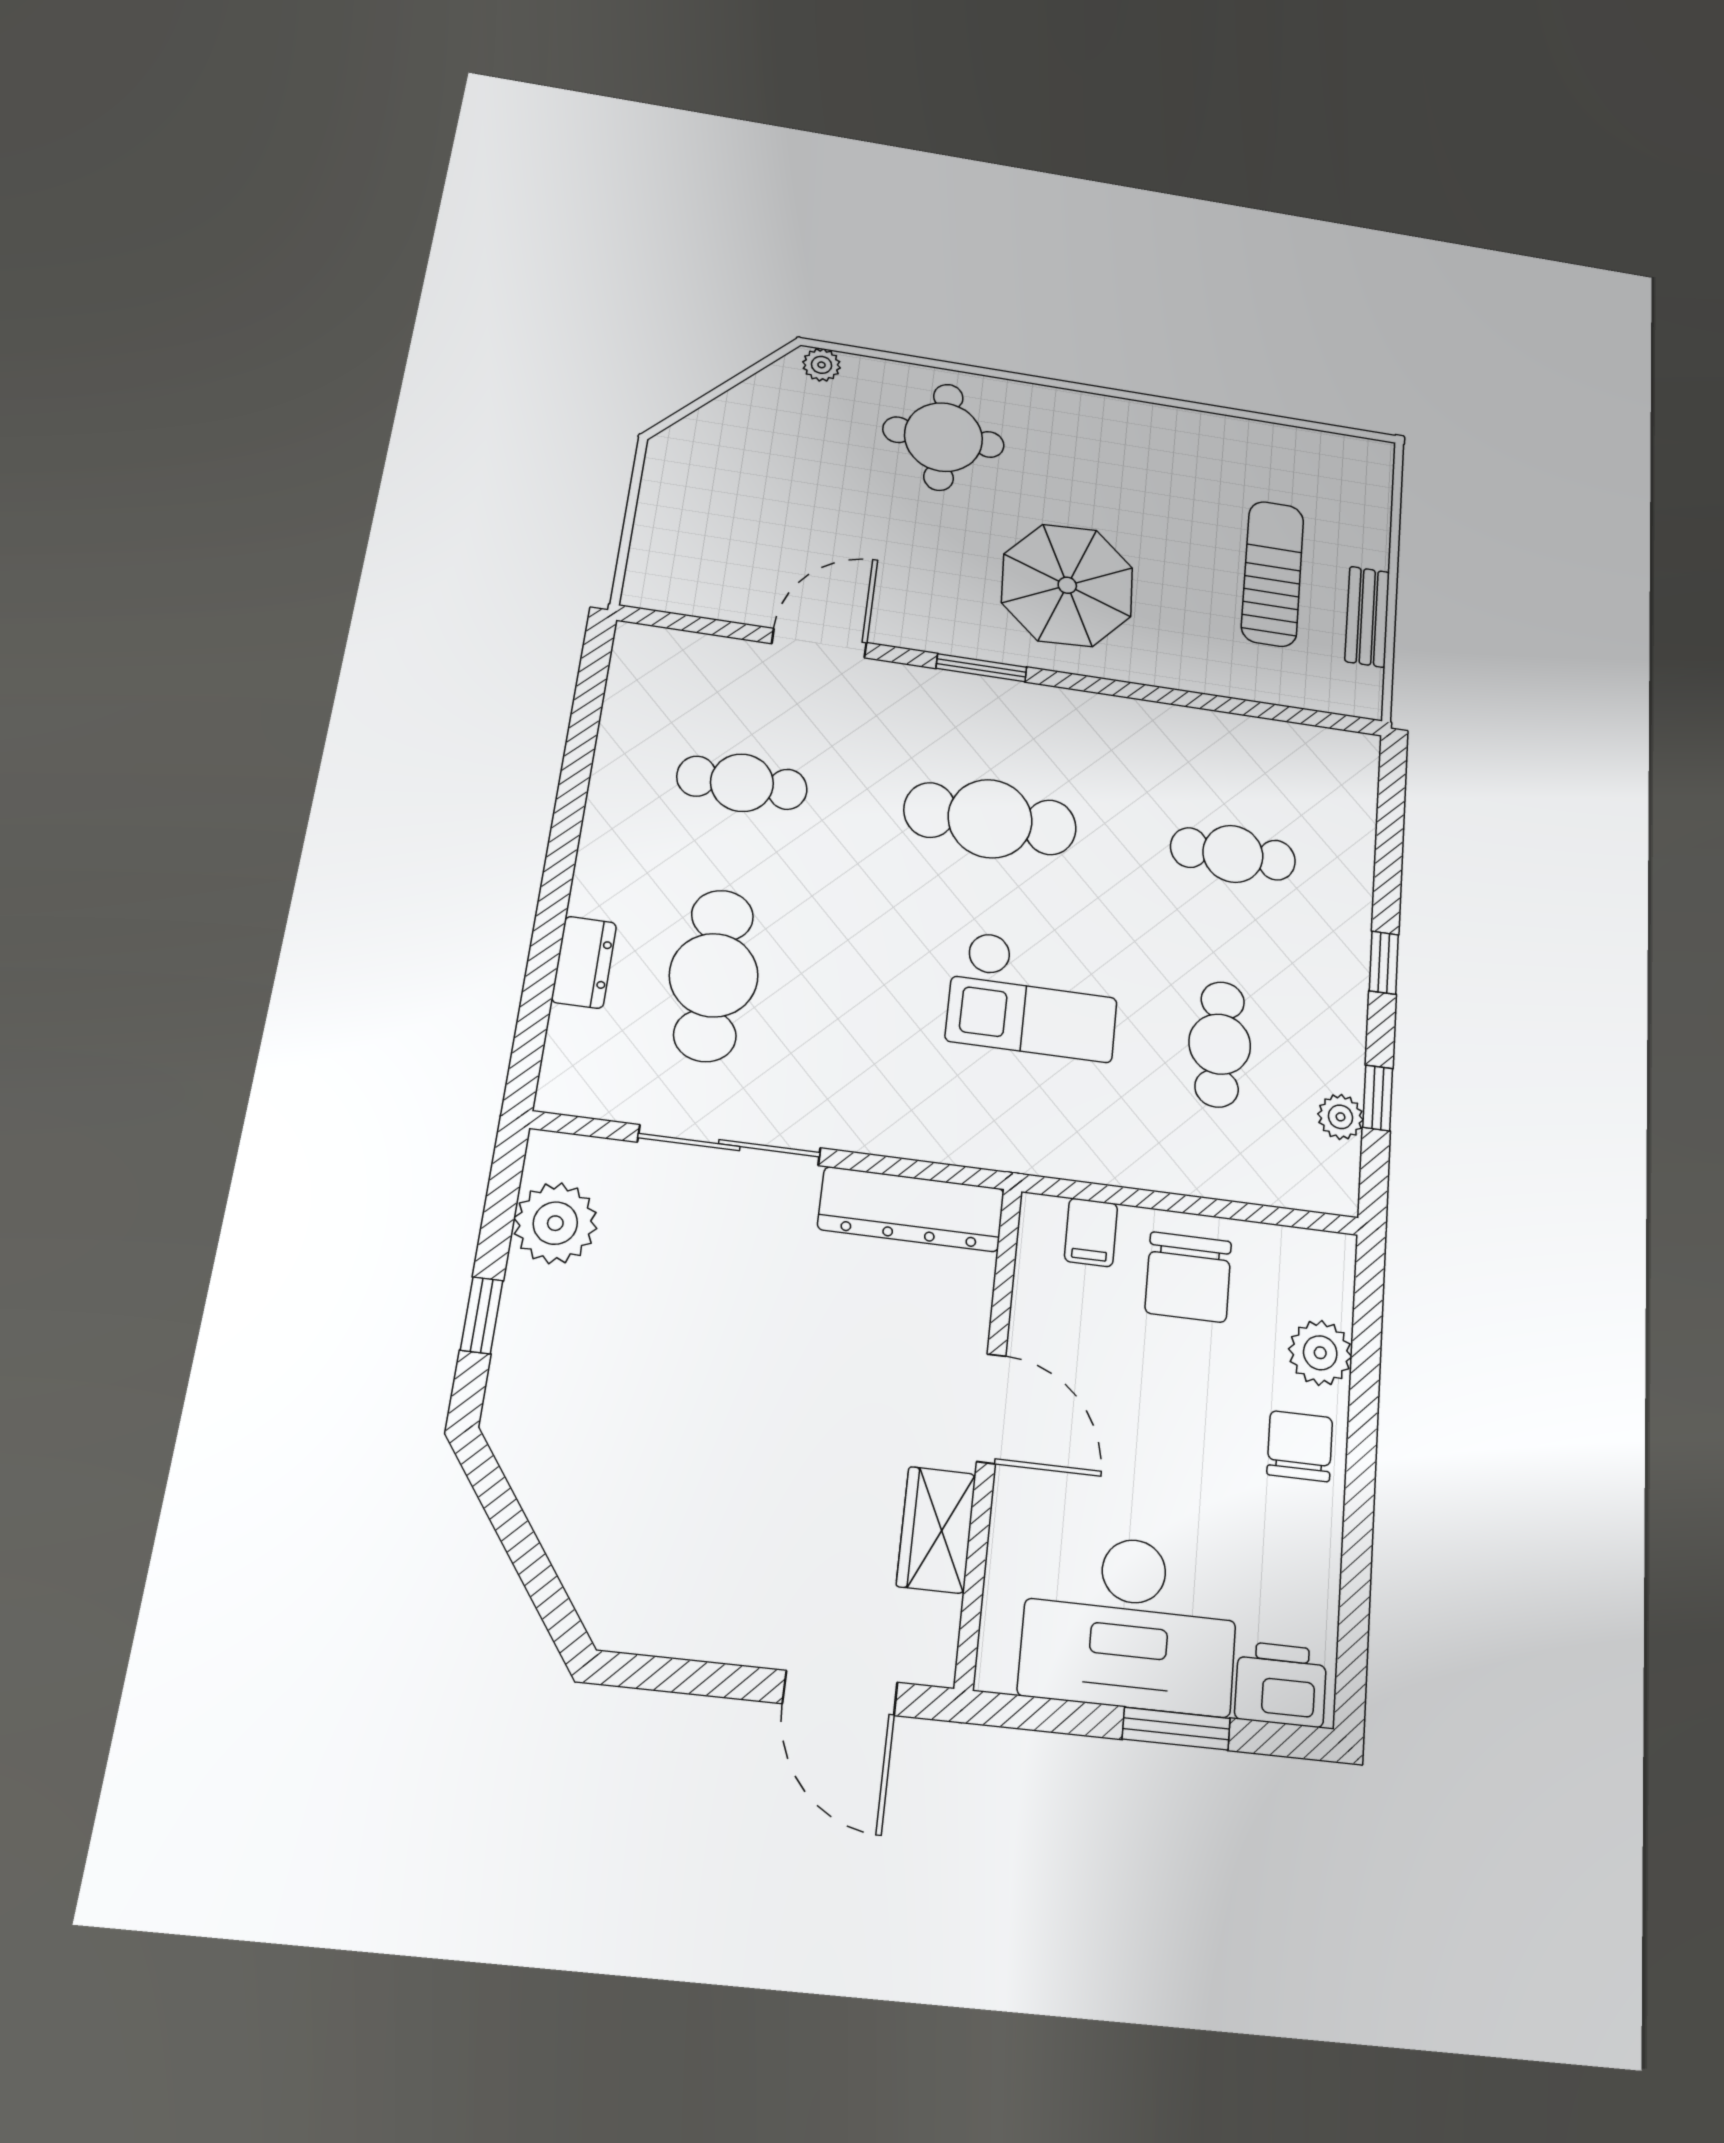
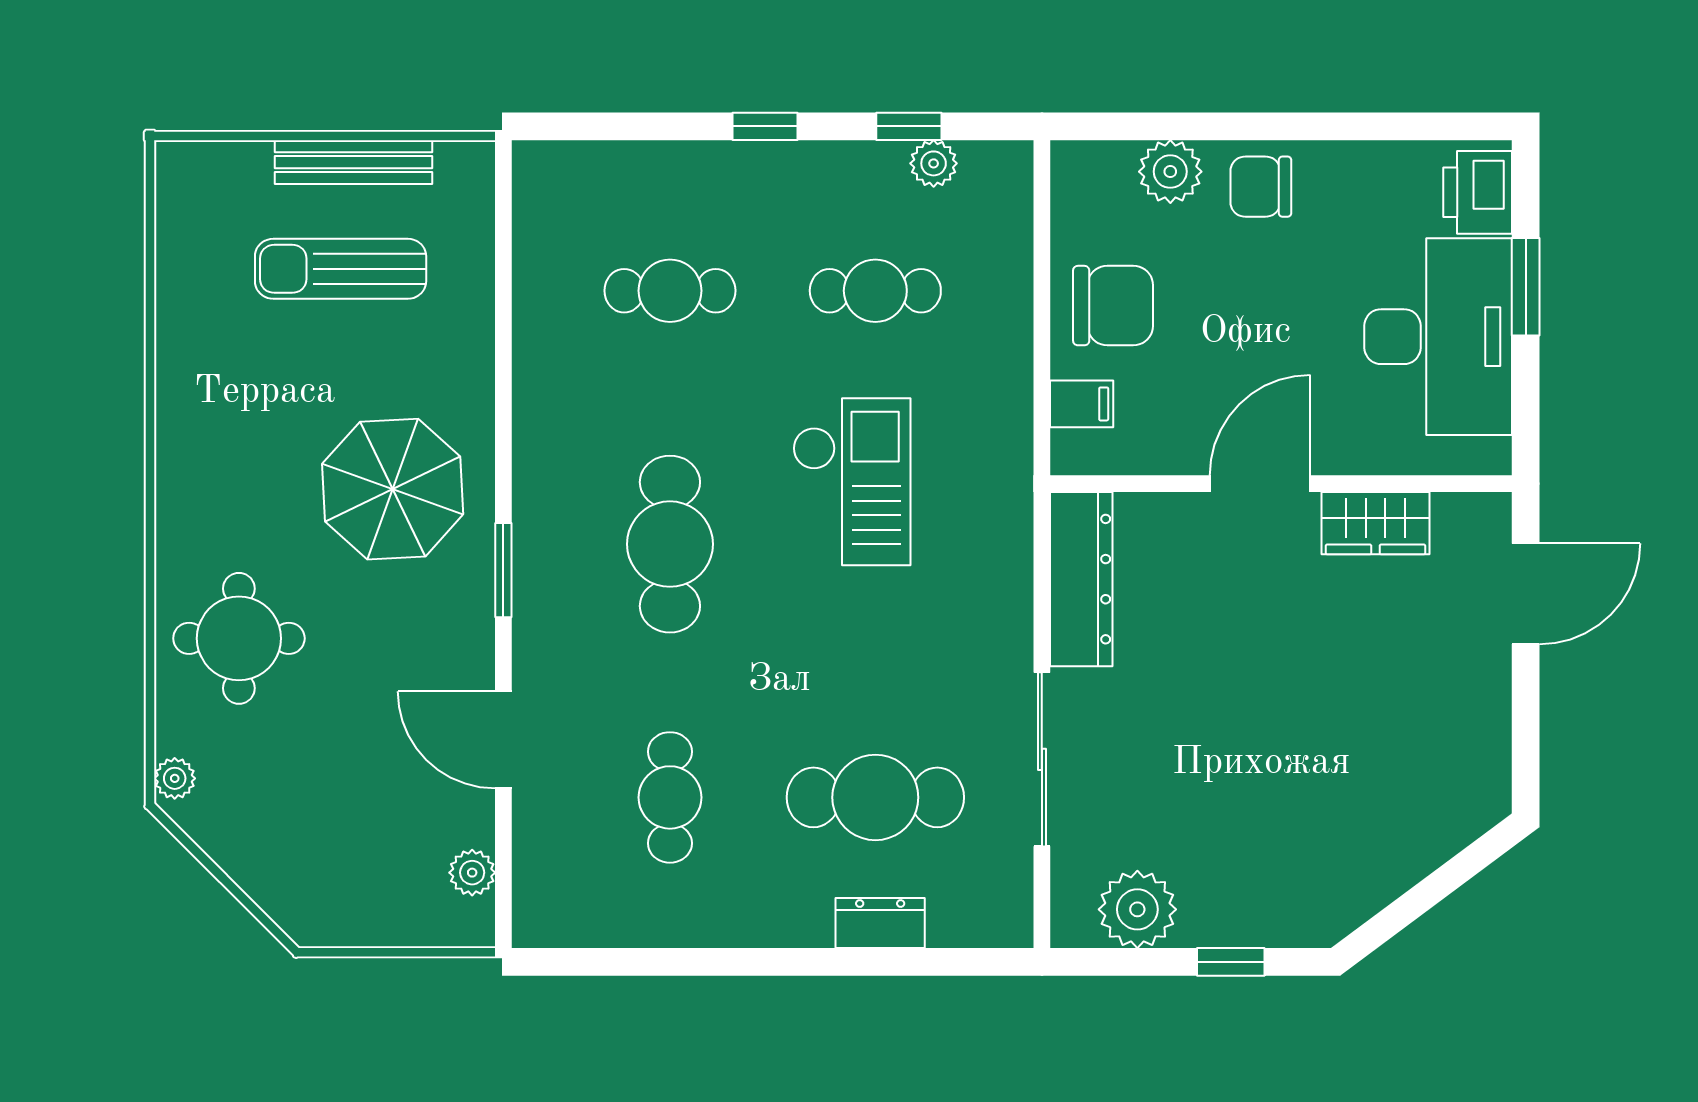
plant: (695, 597) -> (472, 873), added
bench: (1367, 617) -> (354, 162), width x1.36
cafe table: (1233, 854) -> (670, 291), turned 90

